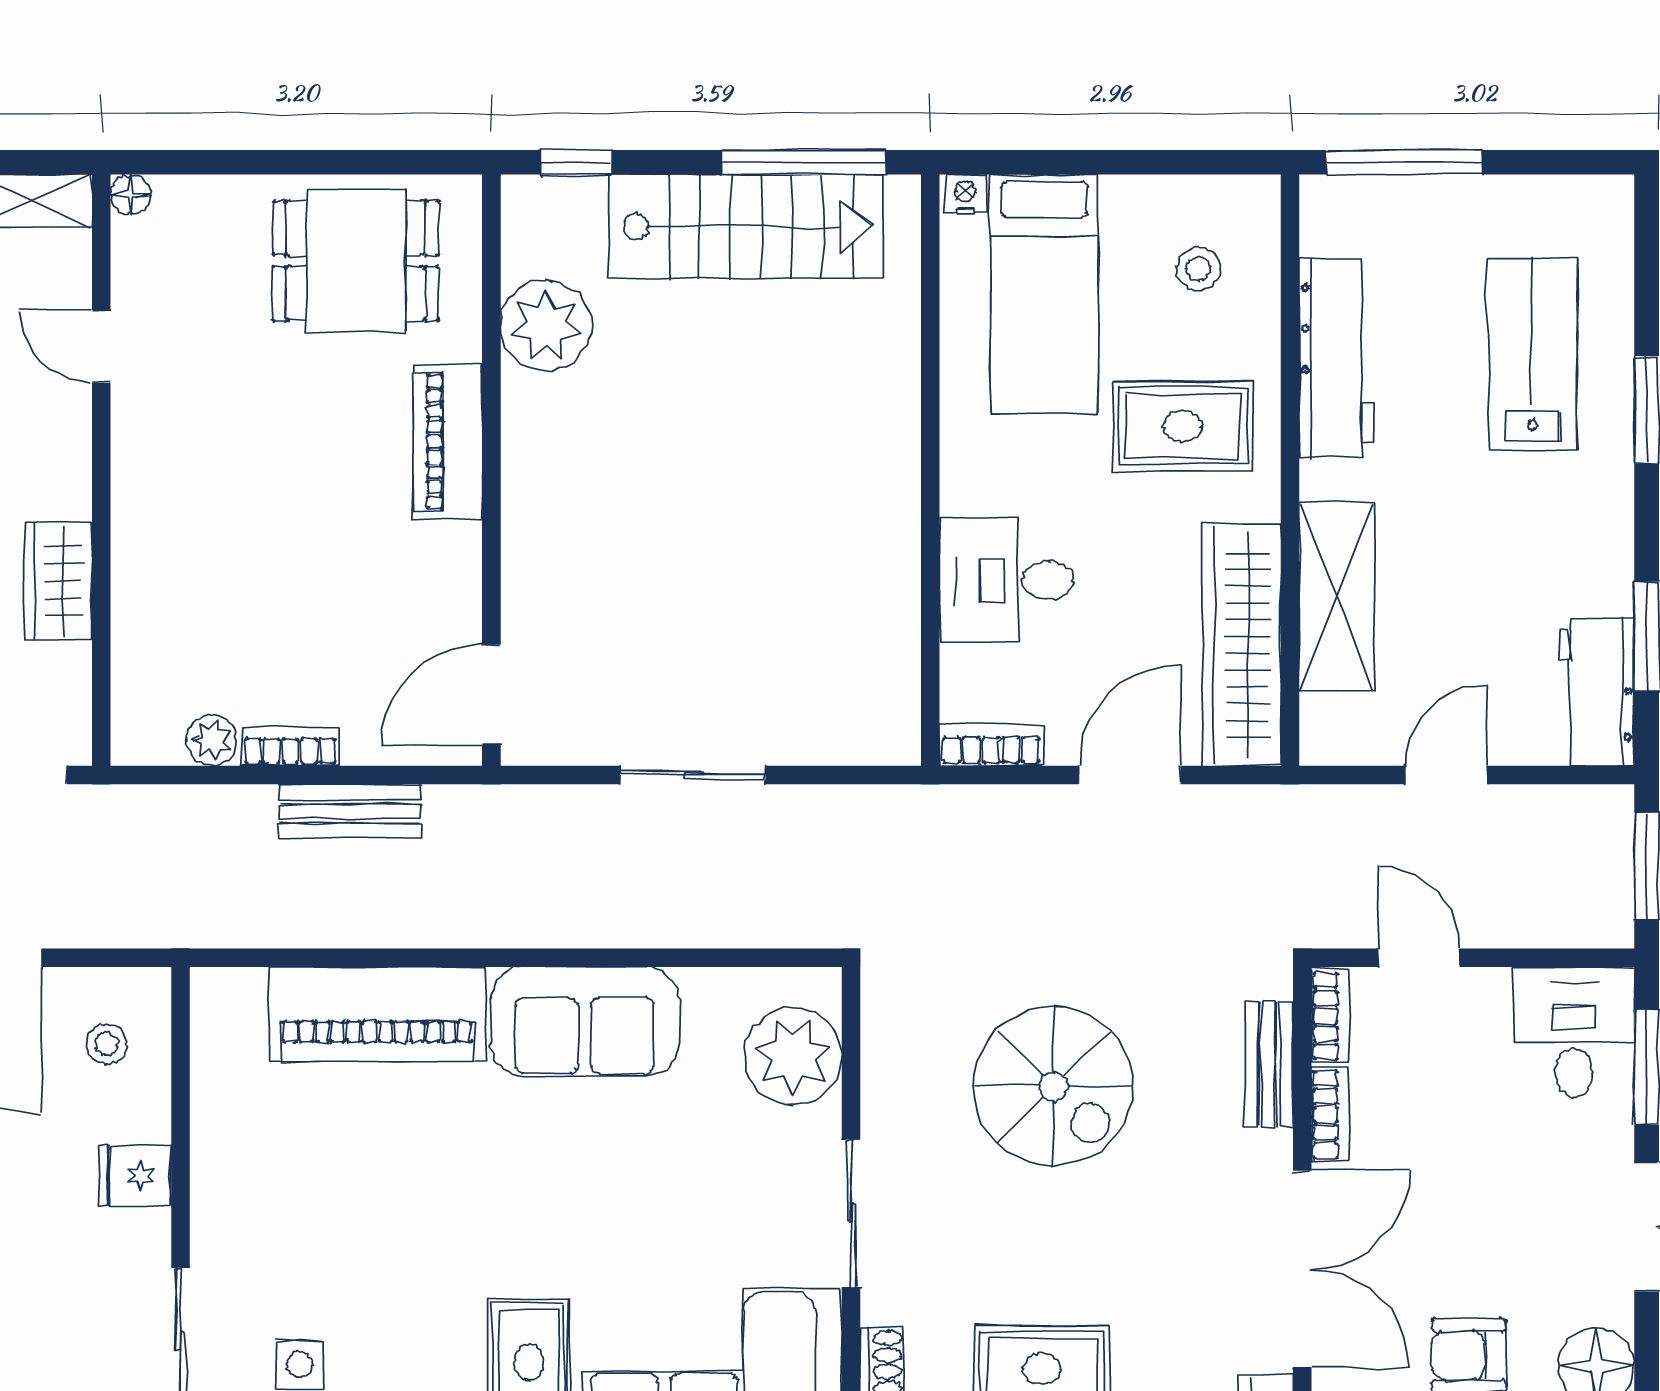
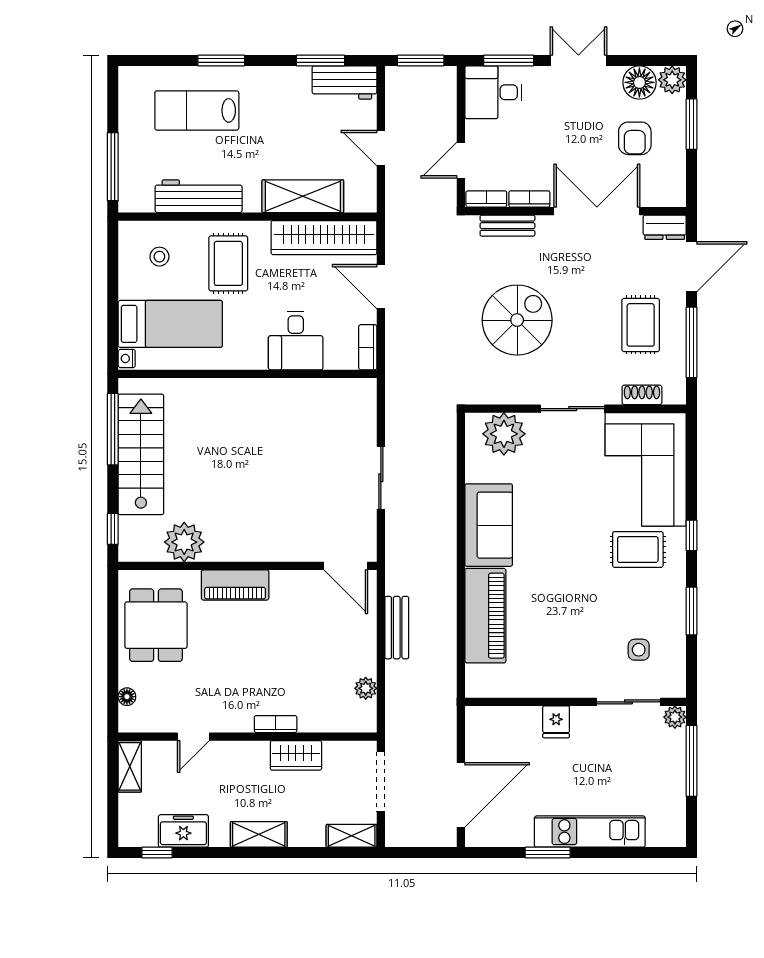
floor lamp: (130, 195) -> (127, 697), moved
bookcase: (290, 746) -> (276, 724), moved, turned 90
stool: (107, 1044) -> (499, 734), removed

